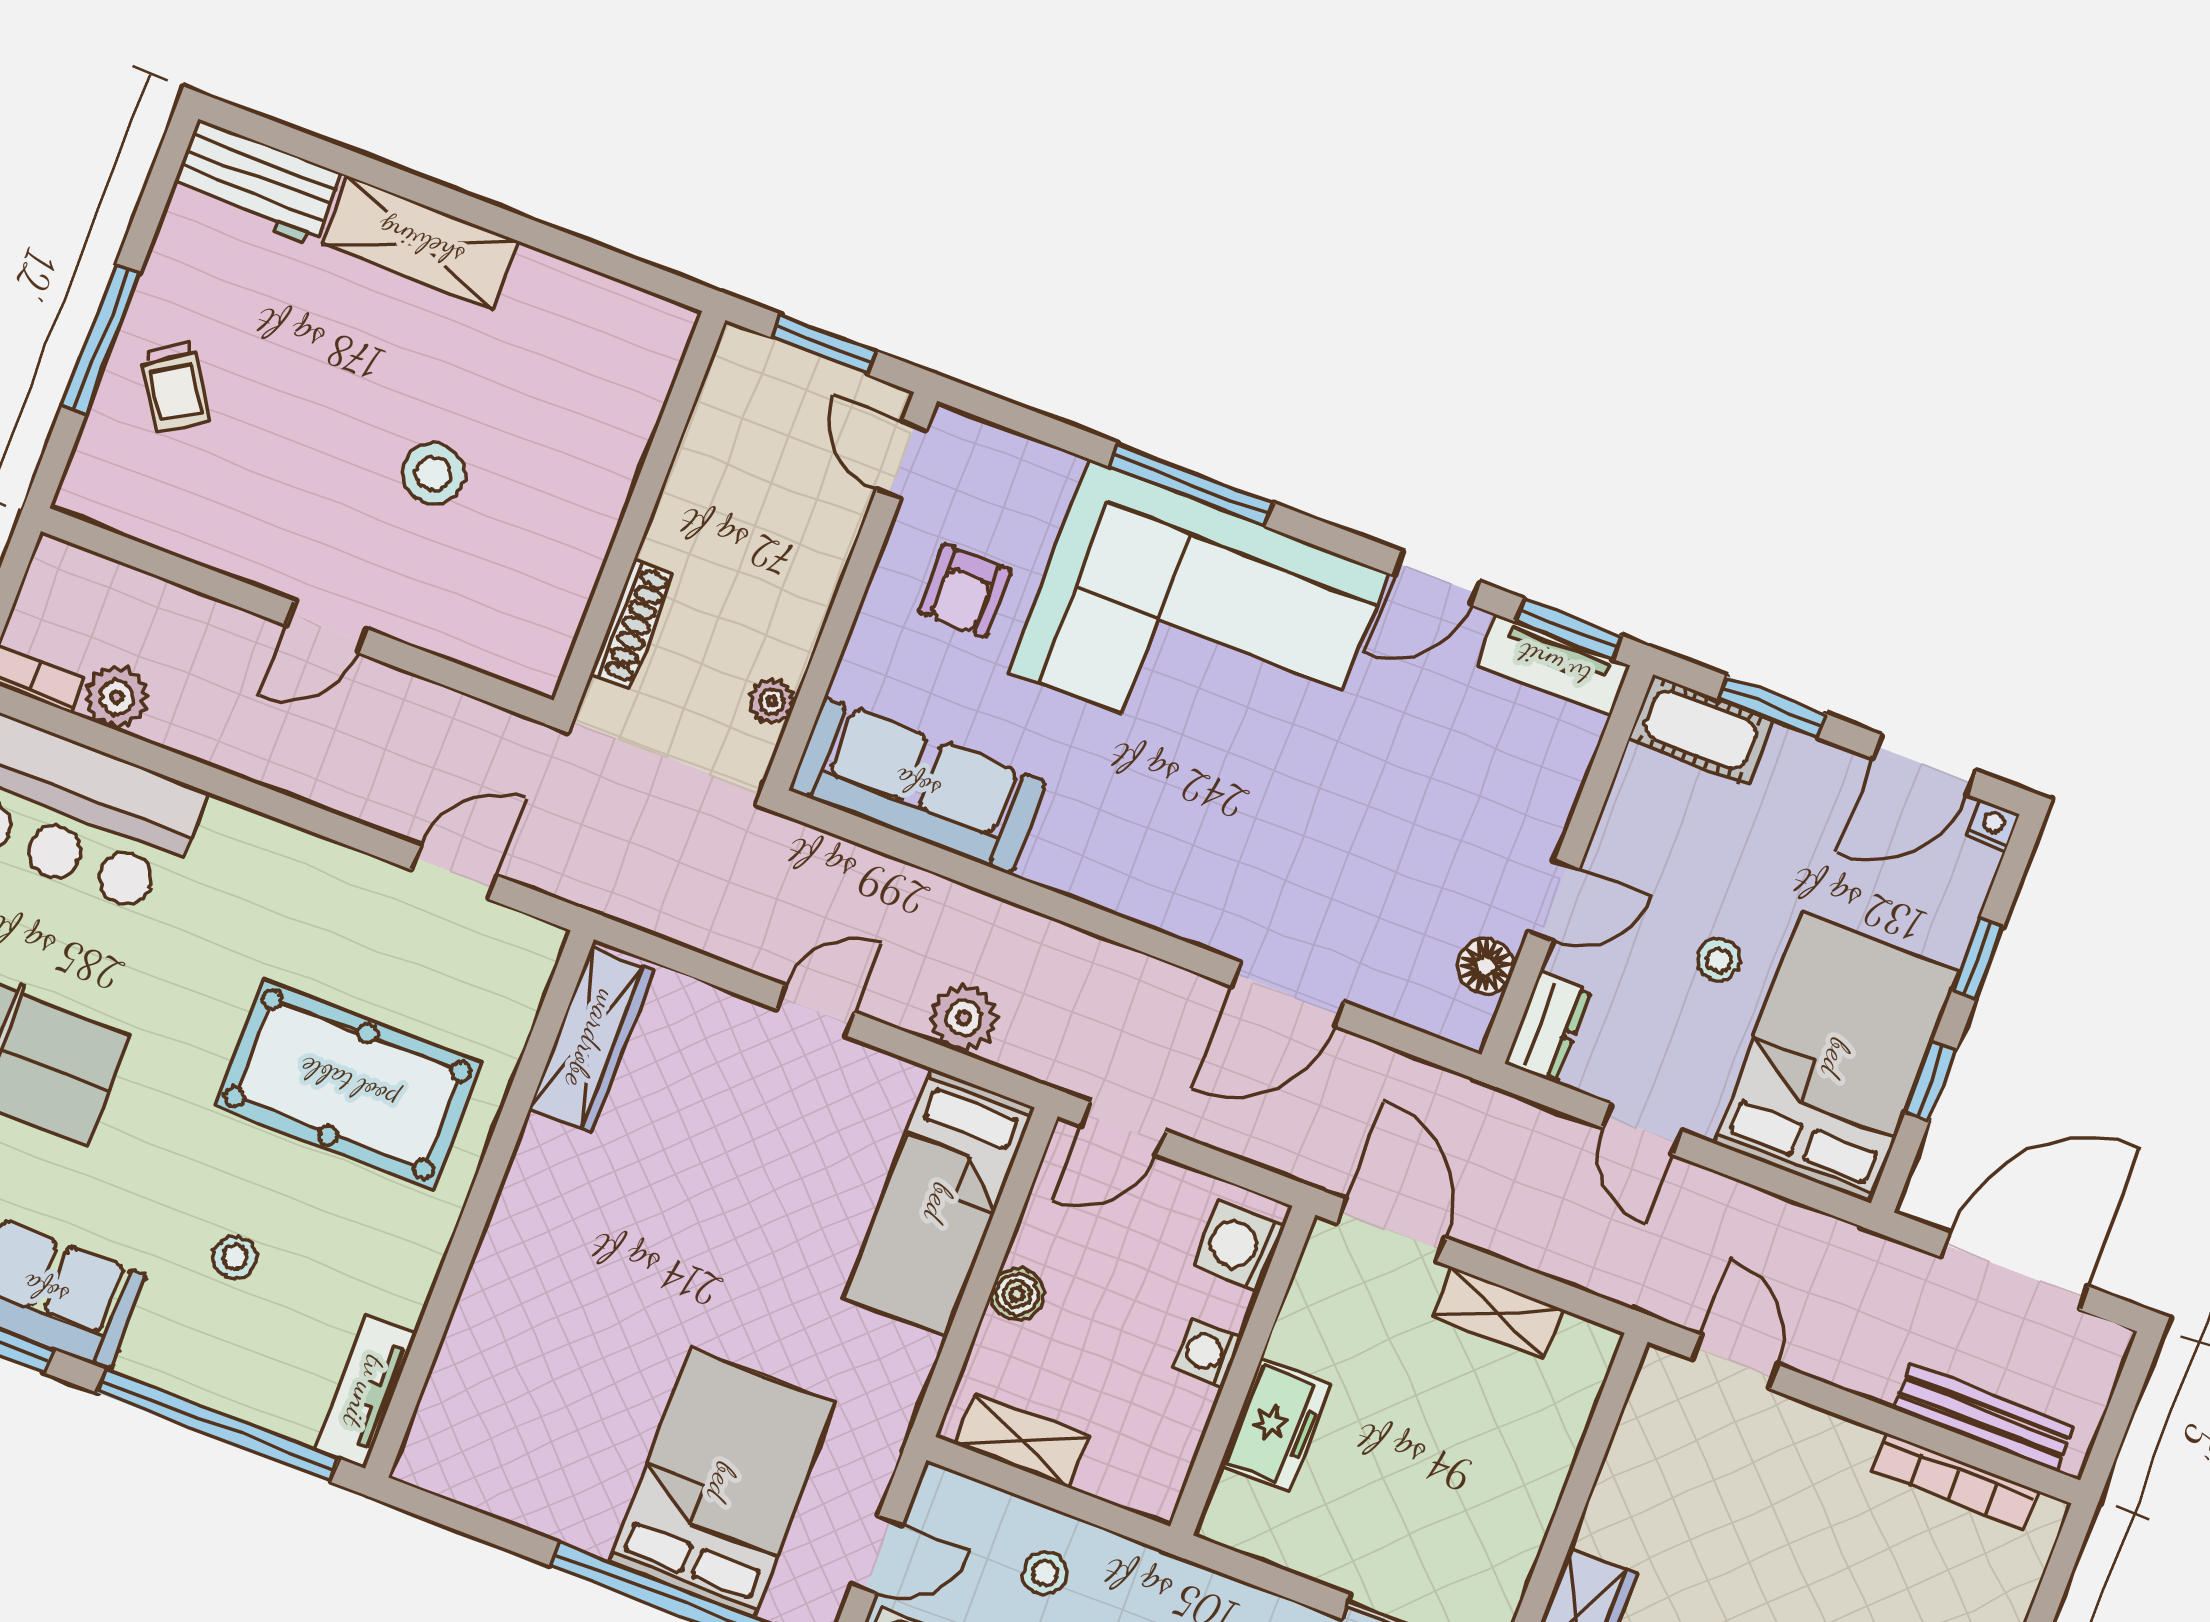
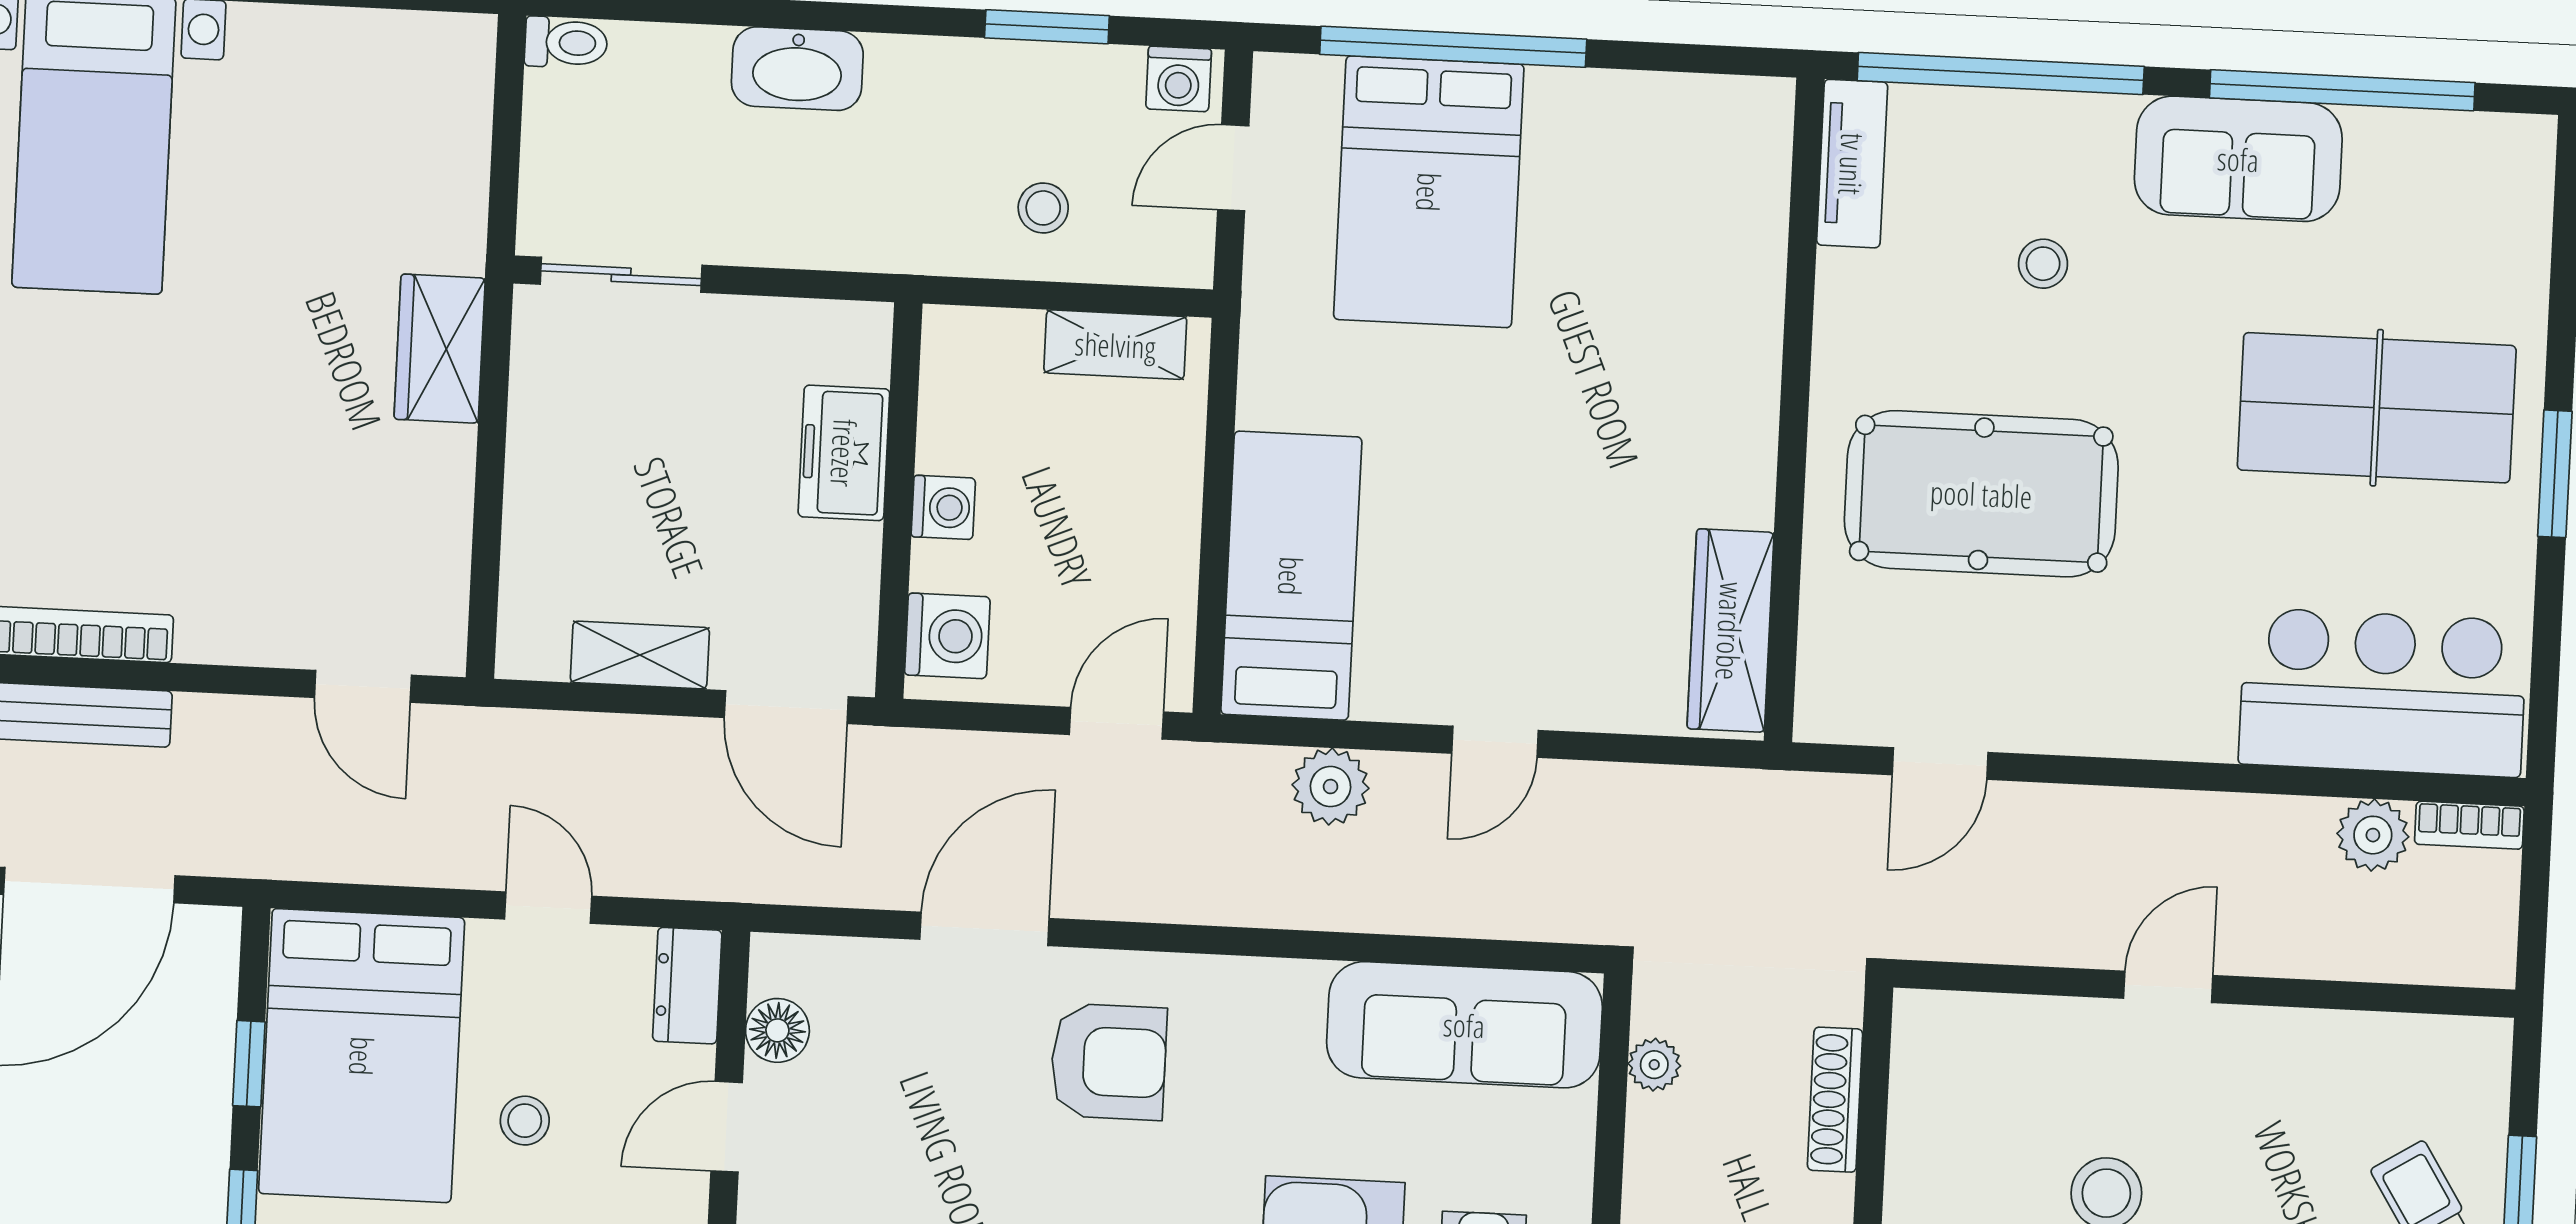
armchair: (1221, 851) -> (1109, 1062), added
boiler: (1017, 1294) -> (1173, 503), removed

